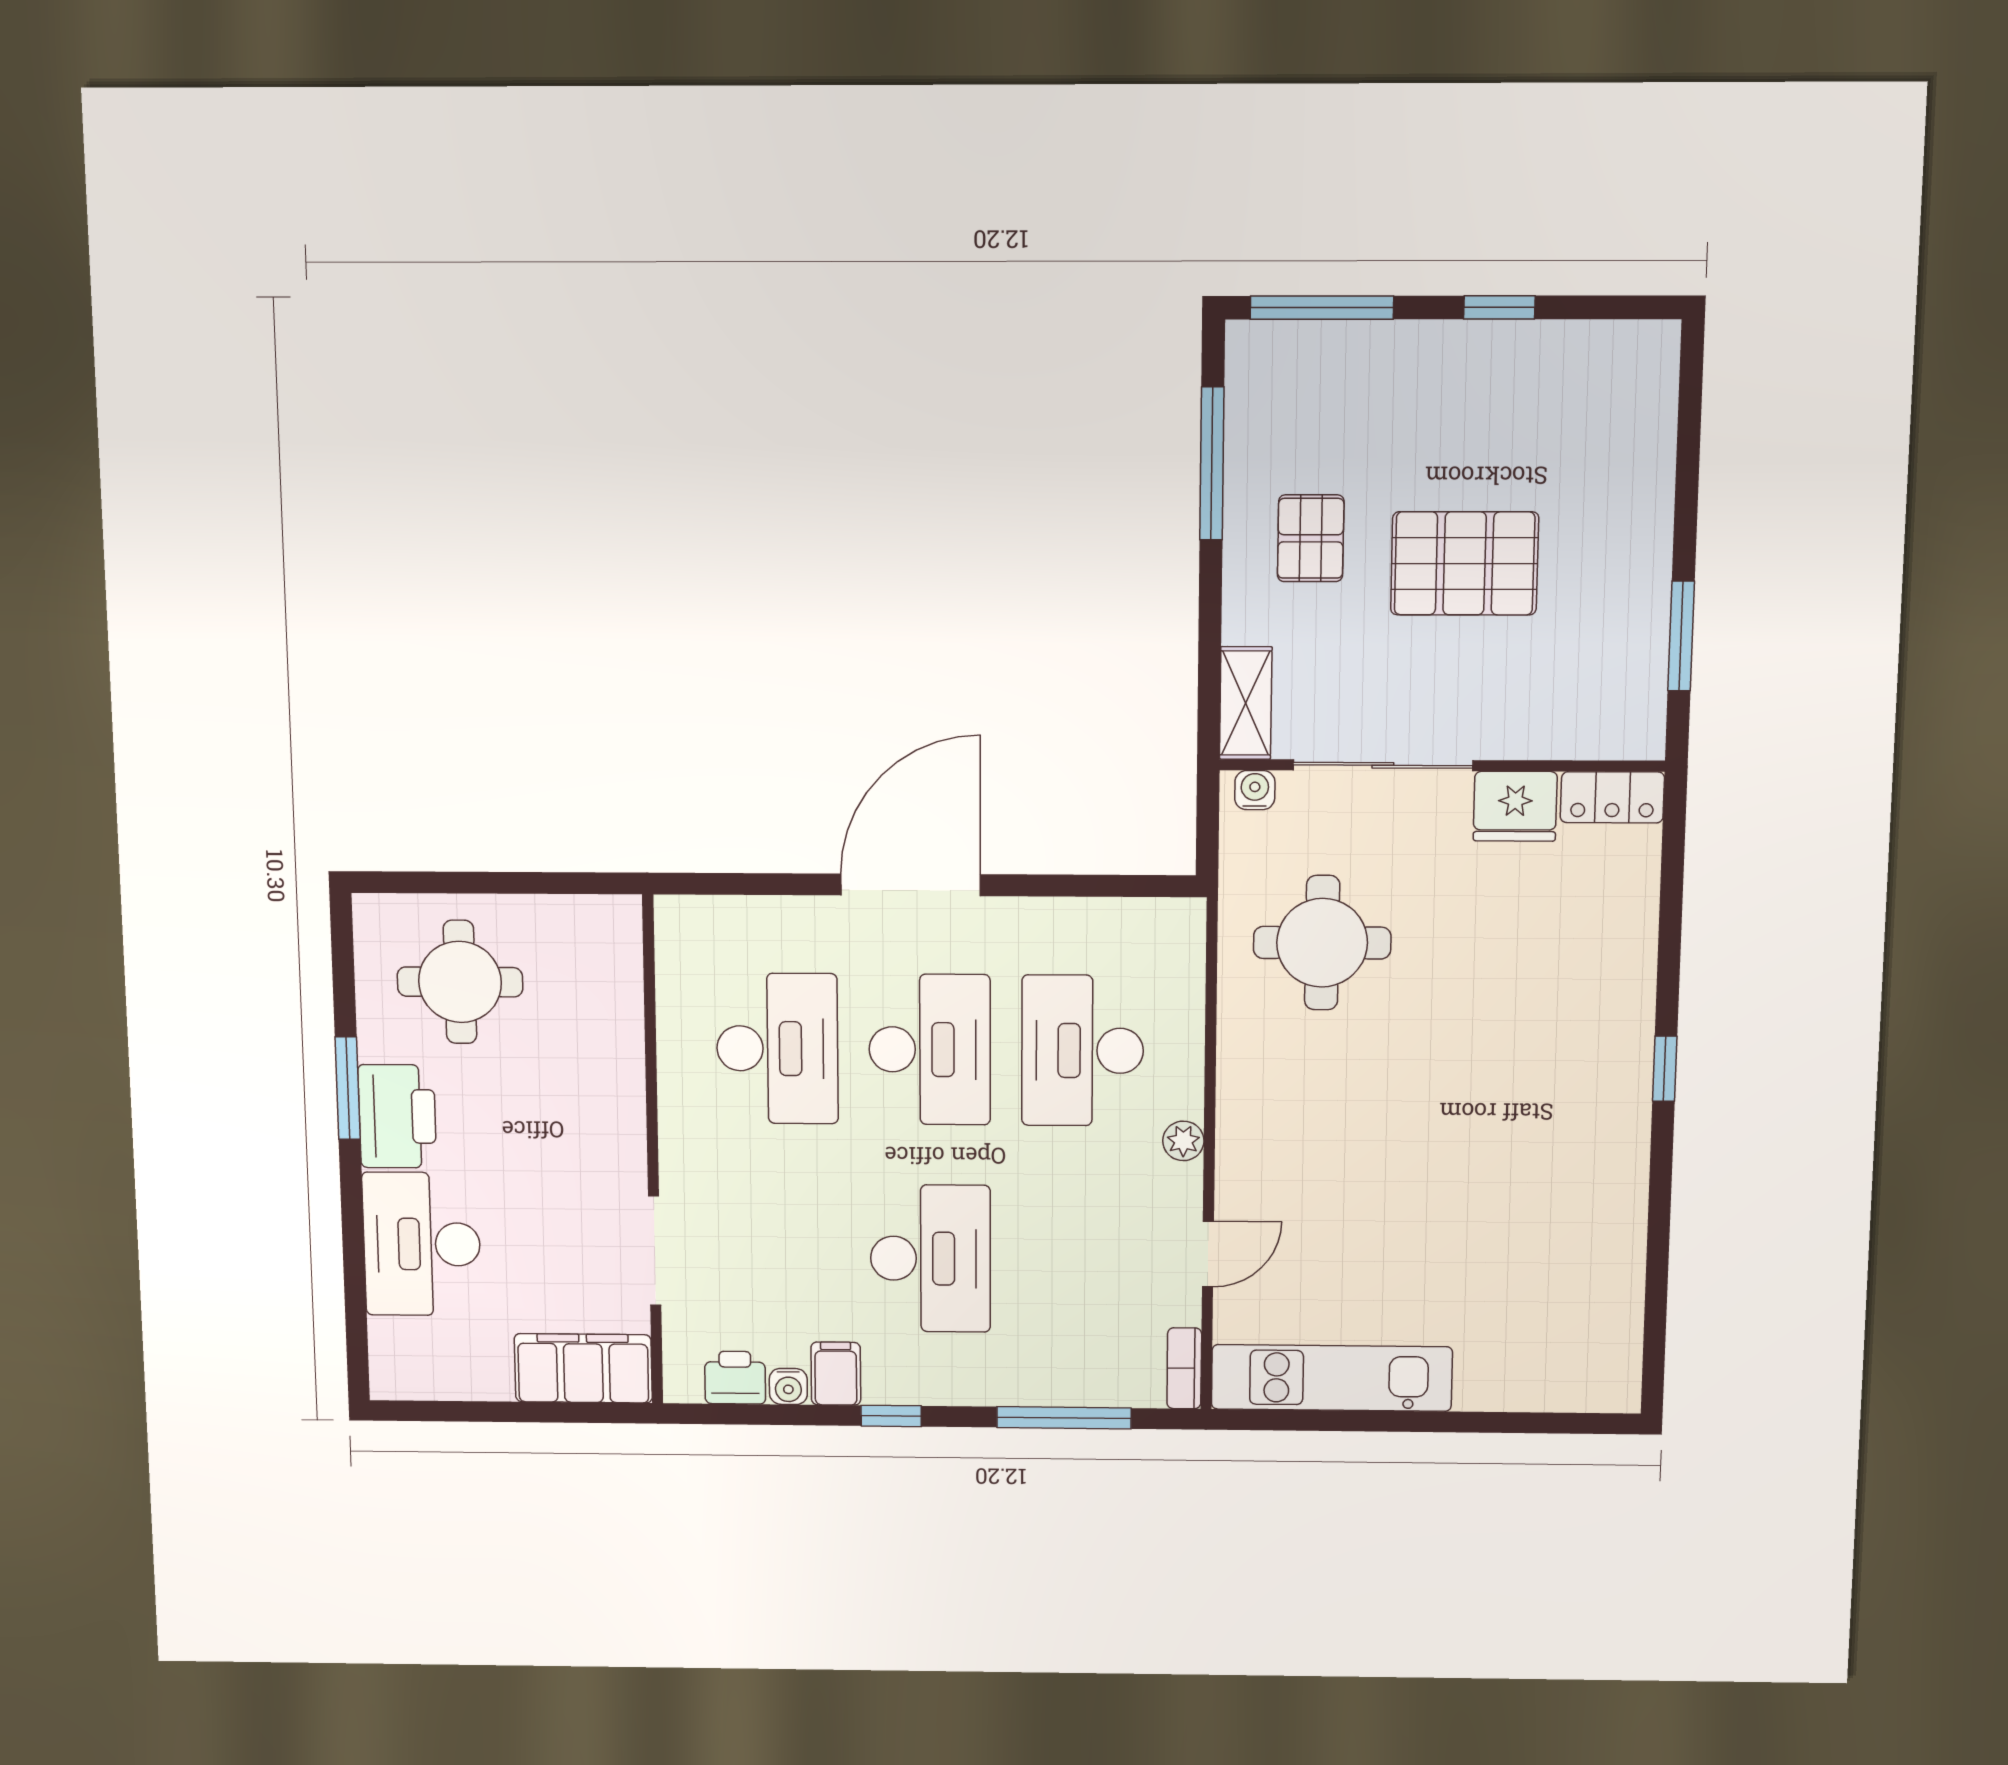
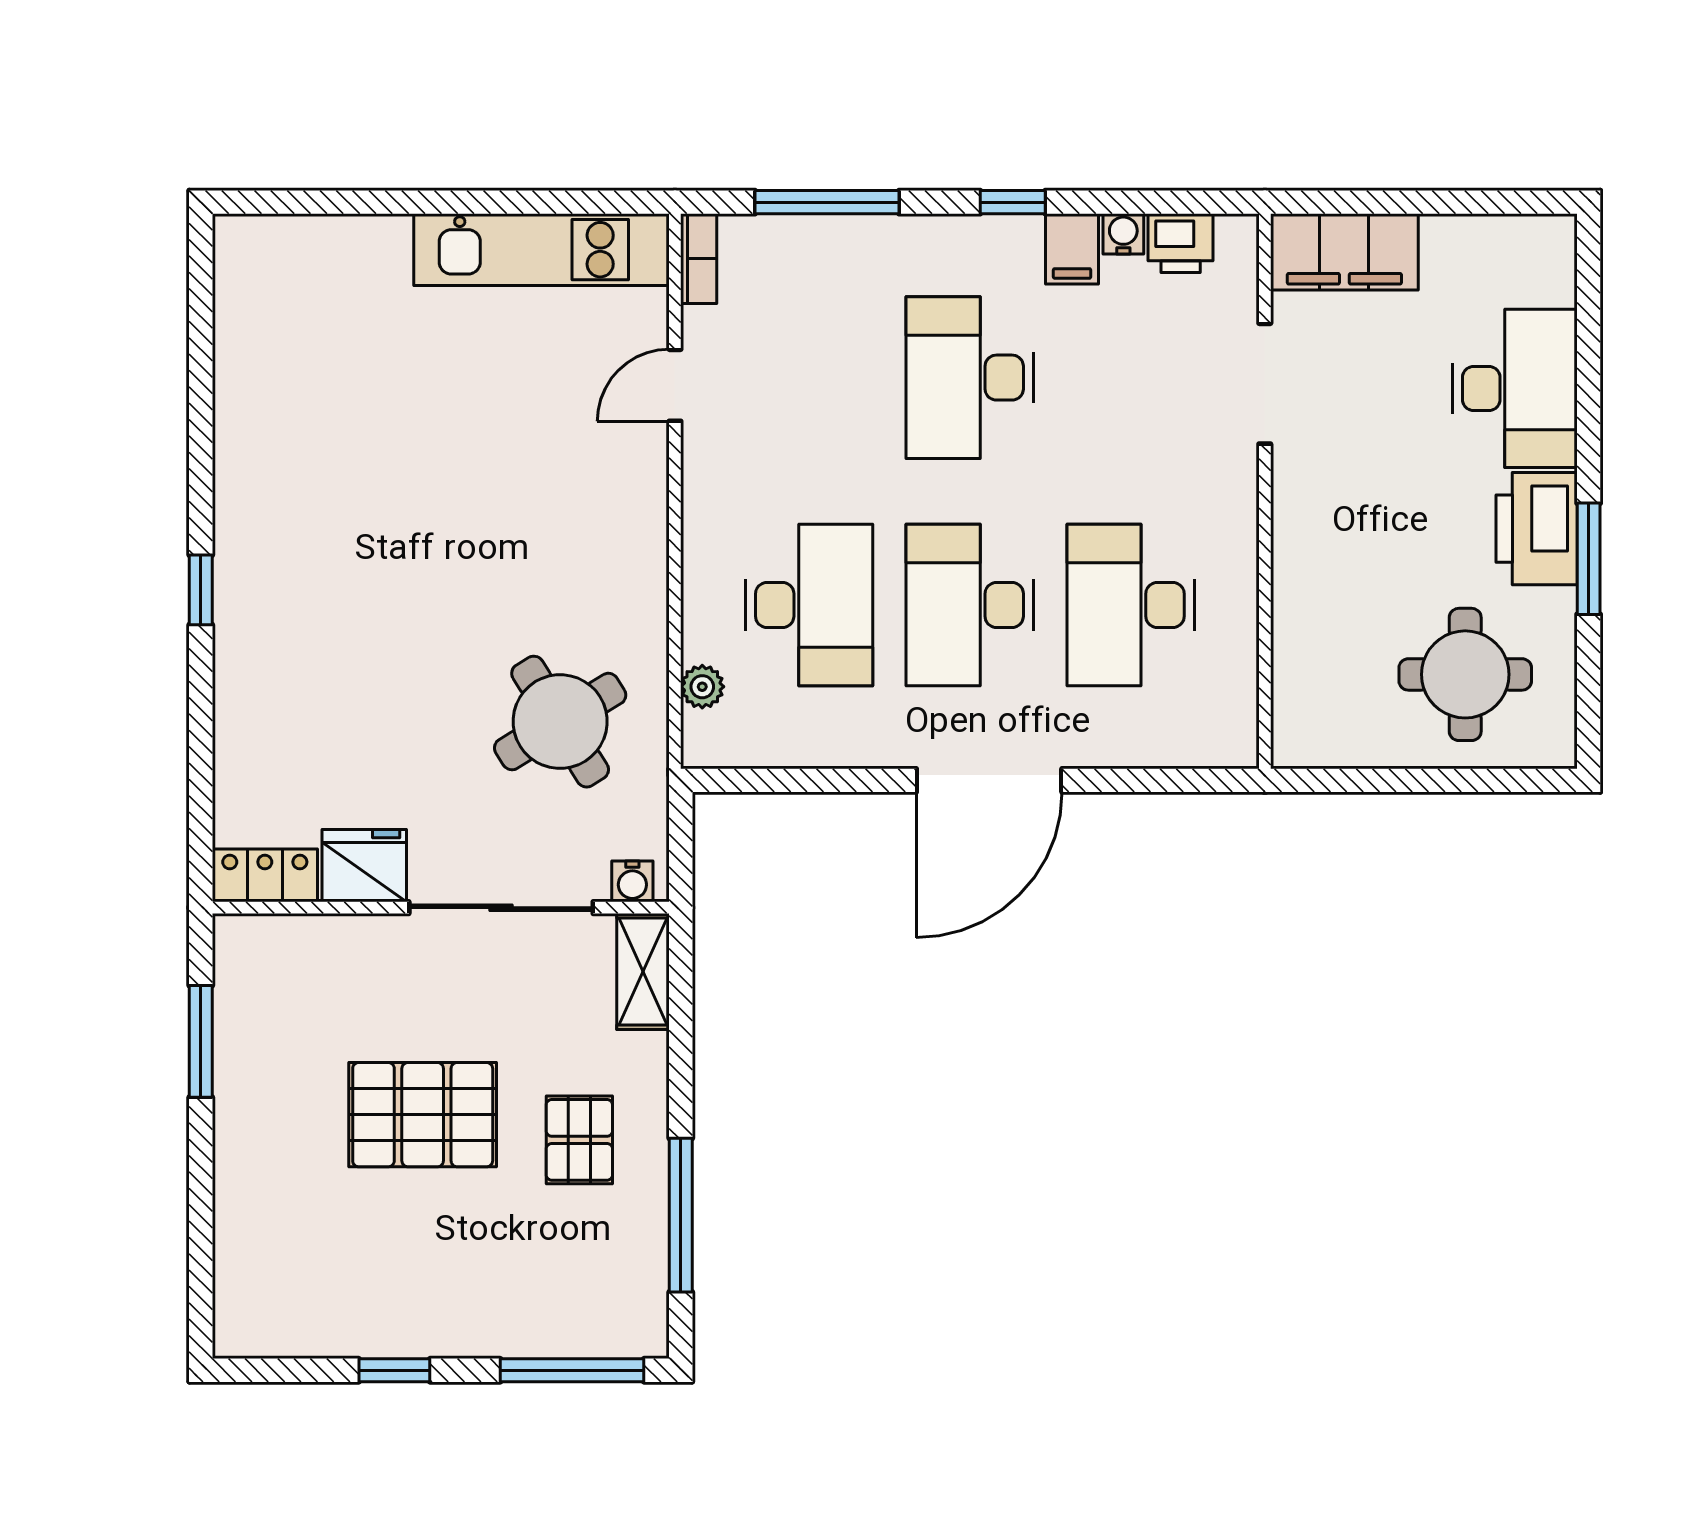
round table: (1322, 943) -> (560, 722), turned -32
plant: (1183, 1141) -> (702, 687), moved

